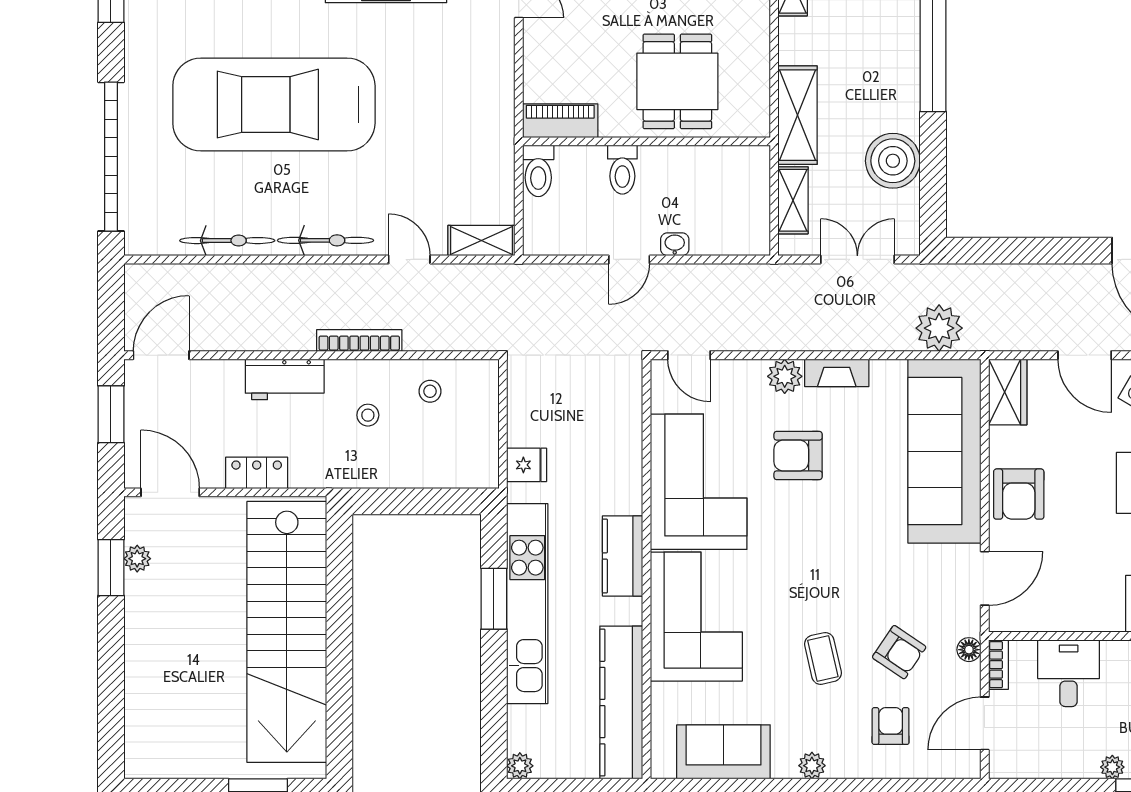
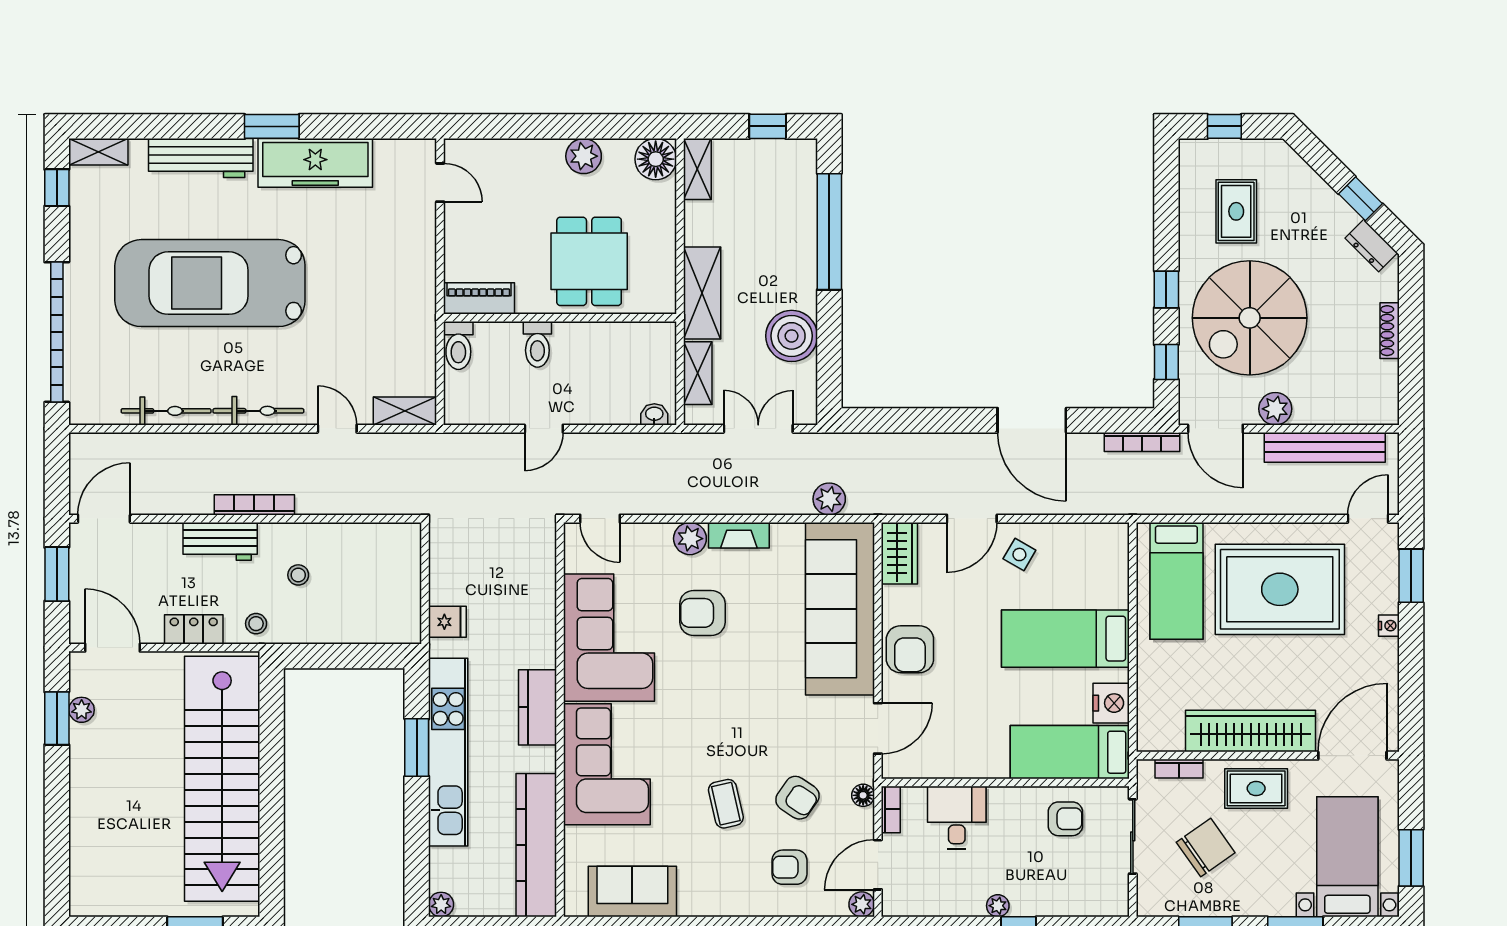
washbasin: (675, 244) -> (654, 414), moved
plant: (939, 328) -> (829, 499), width x0.73, depth x0.73
bookcase: (359, 340) -> (254, 505), moved
door: (1085, 355) -> (972, 519), hinge flipped
stool: (430, 391) -> (256, 624), moved
armchair: (891, 726) -> (789, 867), turned -90
plant: (812, 766) -> (862, 904), moved

